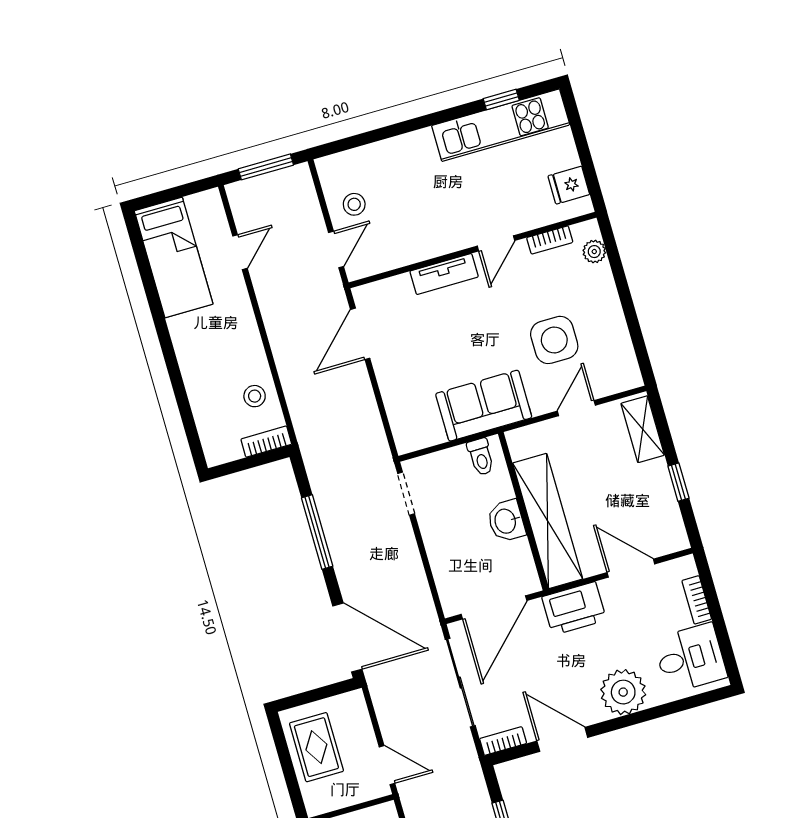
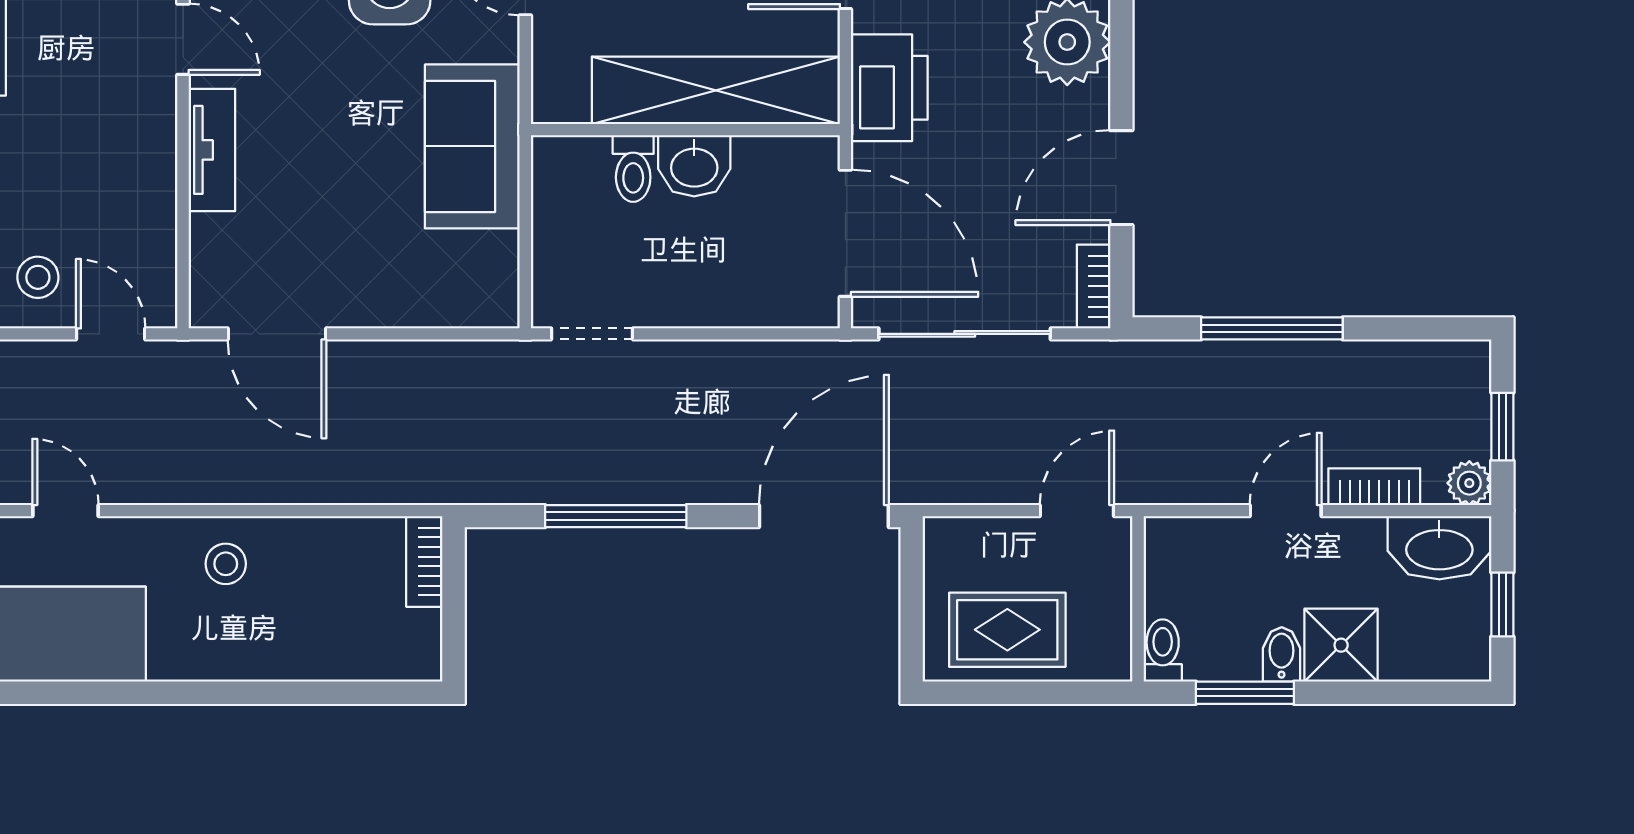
stool: (255, 396) -> (226, 564), moved
toilet: (481, 457) -> (633, 169), moved, turned 90

